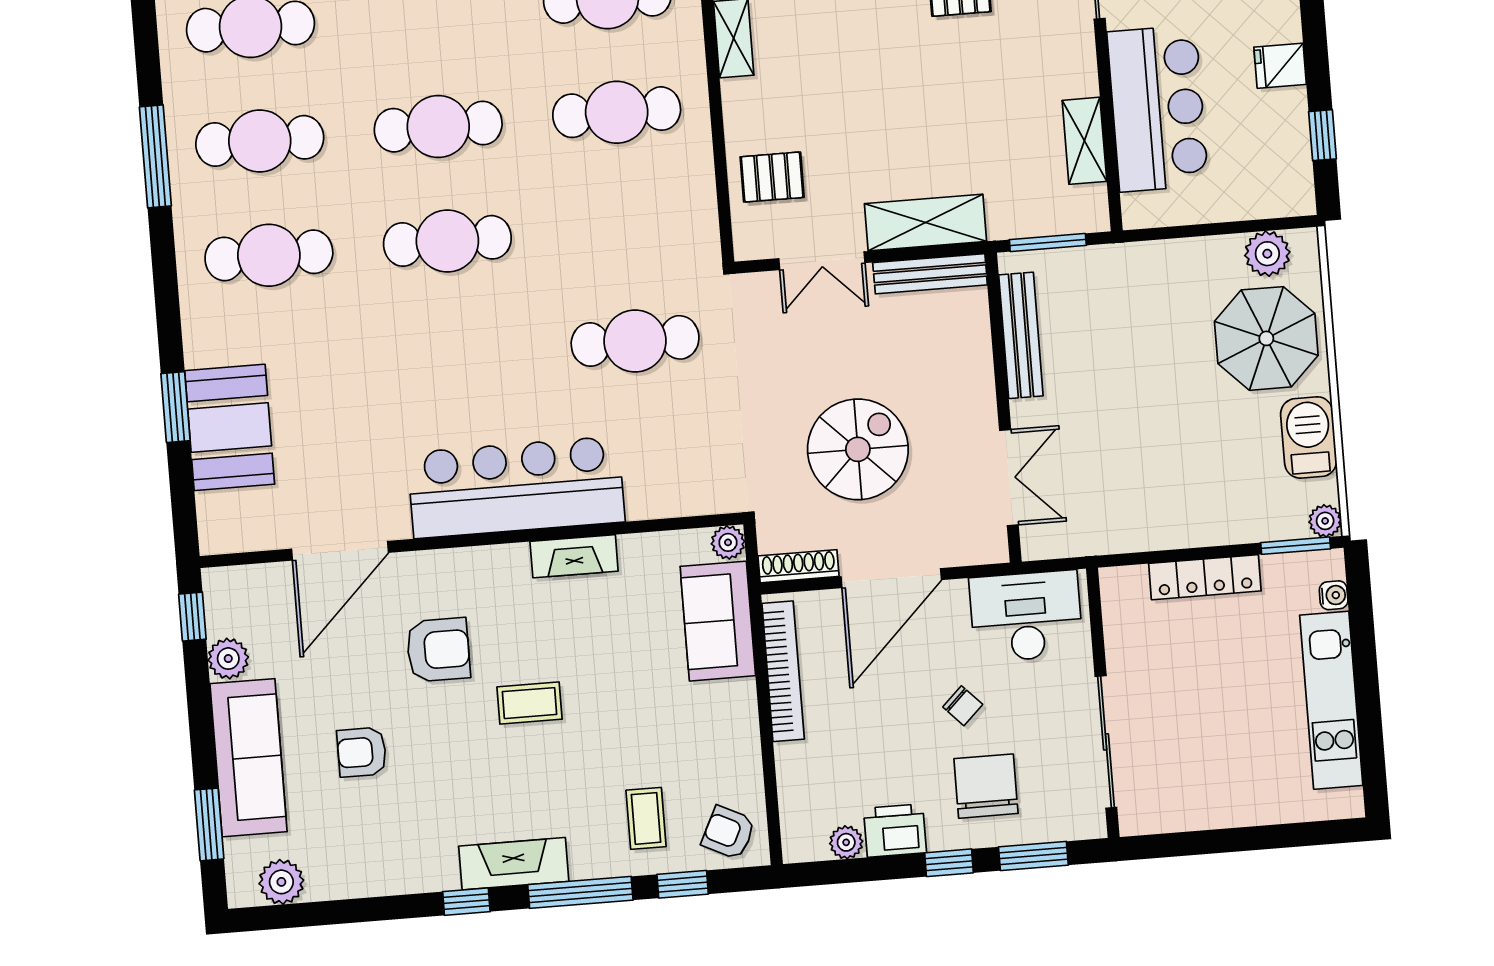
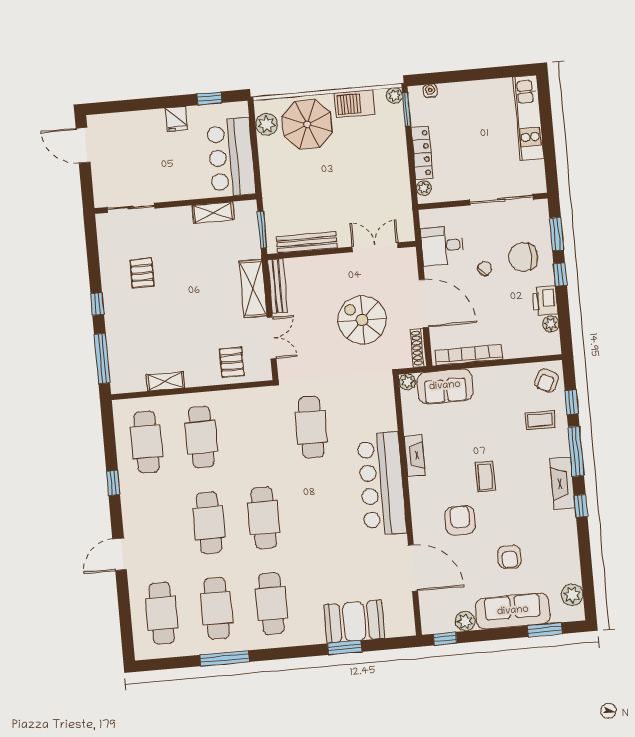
bar counter: (1158, 109) -> (231, 157), moved, turned -90
plant: (1131, 580) -> (424, 188), added
desk: (1026, 616) -> (442, 246), width x0.73
kitchen unit: (1331, 700) -> (529, 118), moved, turned 90

